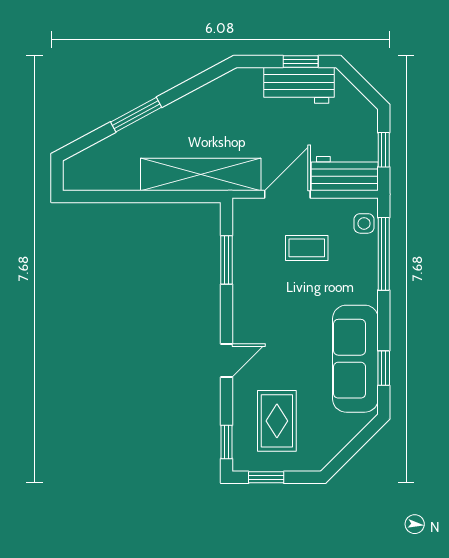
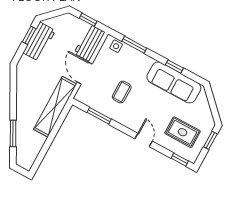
window: (136, 115) -> (13, 133), moved
coffee table: (307, 248) -> (122, 92), moved
window: (384, 254) -> (134, 45), width x0.69
window: (384, 368) -> (174, 66), moved
window: (266, 477) -> (210, 140), moved

